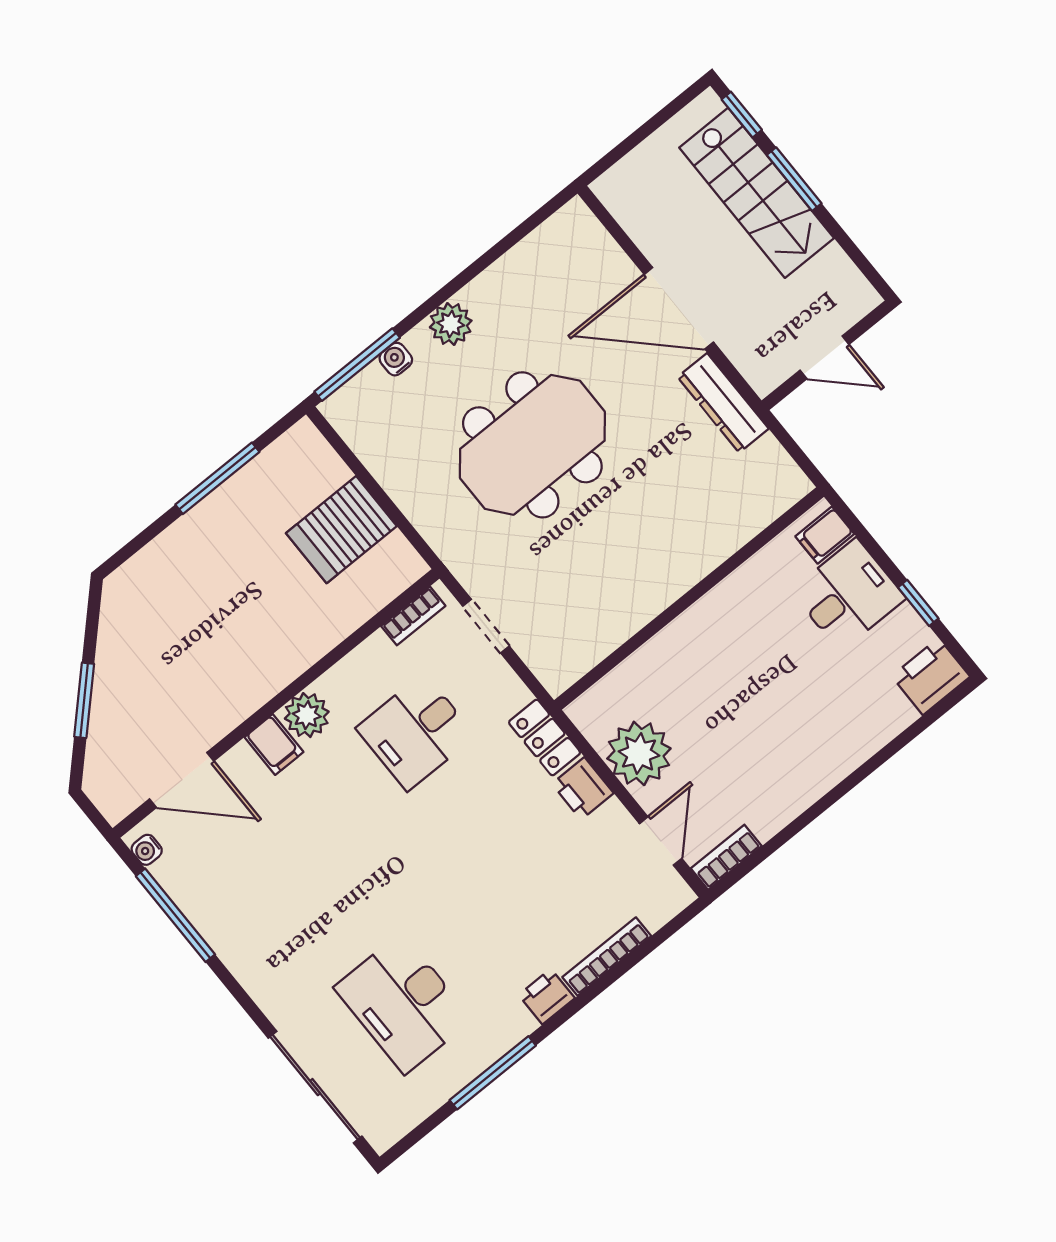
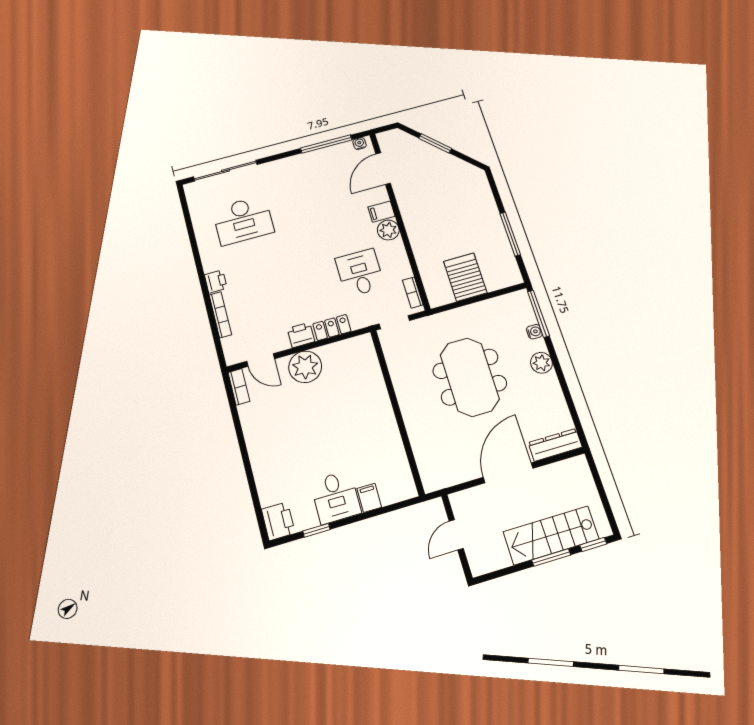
dresser: (723, 403) -> (555, 445), moved
wall: (689, 598) -> (397, 411), moved
desk: (403, 1003) -> (243, 220), turned 180
window: (493, 1073) -> (194, 245), removed

